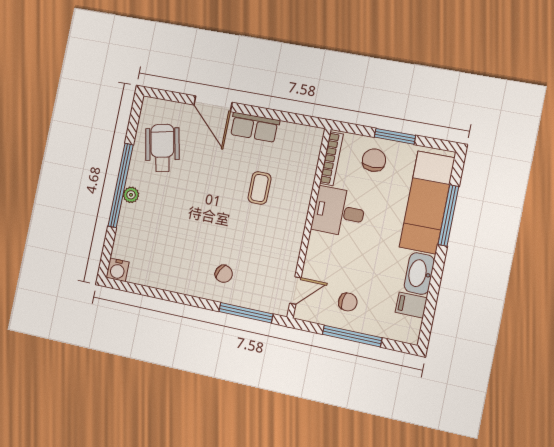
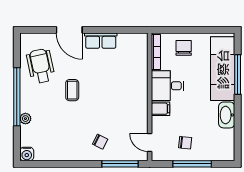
window: (395, 136) -> (194, 30), removed
coffee table: (260, 188) -> (72, 90), moved
plant: (131, 195) -> (25, 119), moved
door: (295, 291) -> (150, 143), swing flipped
filing cabinet: (411, 305) -> (161, 109), moved, turned 180

